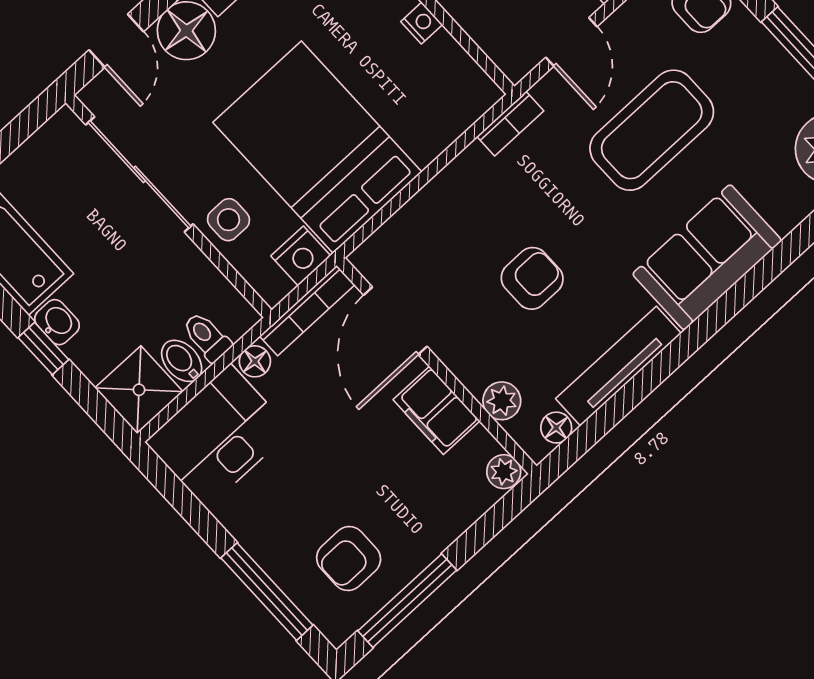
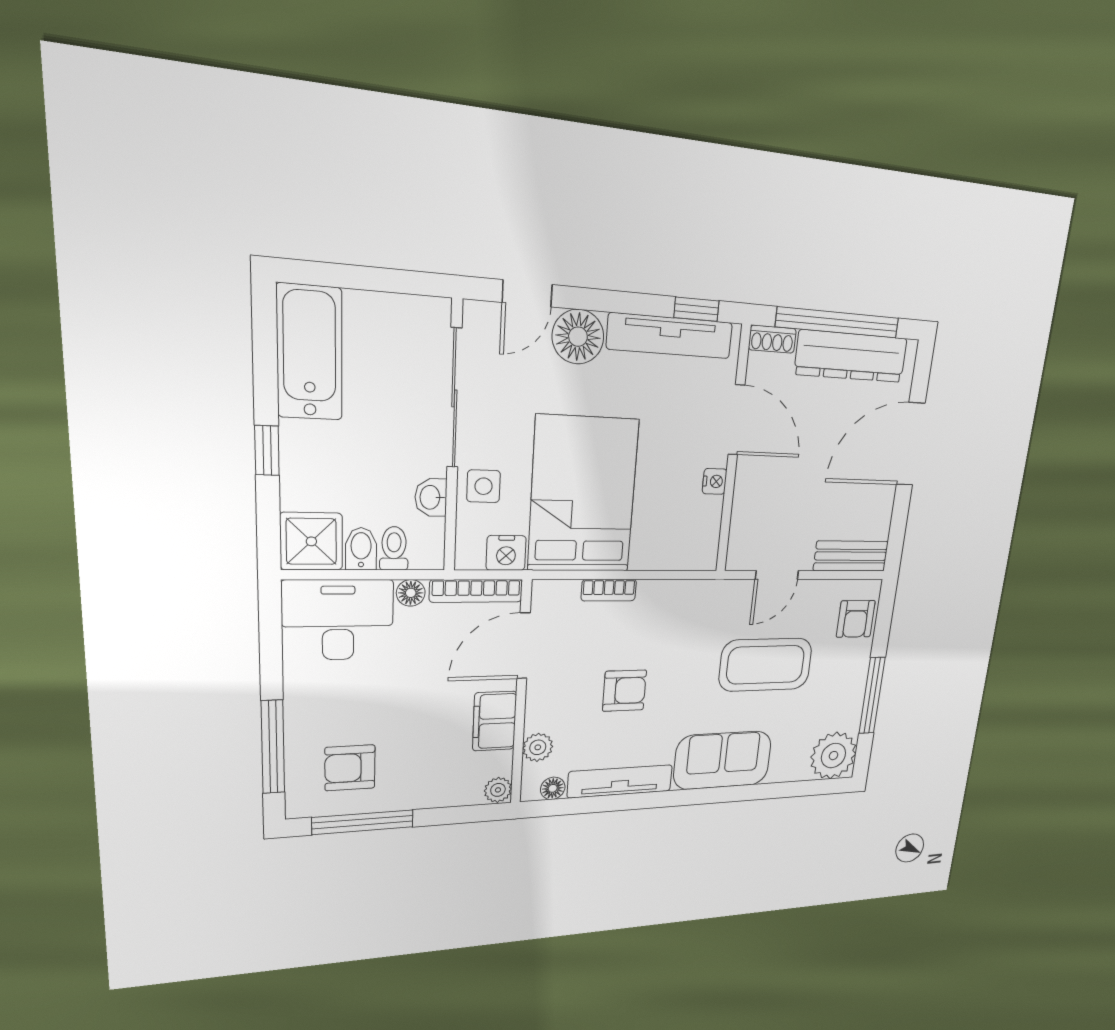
bookcase: (510, 124) -> (609, 590), moved
washbasin: (57, 322) -> (431, 497), moved, turned 180

